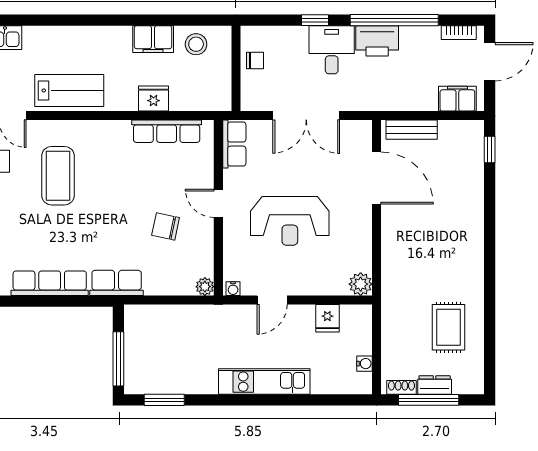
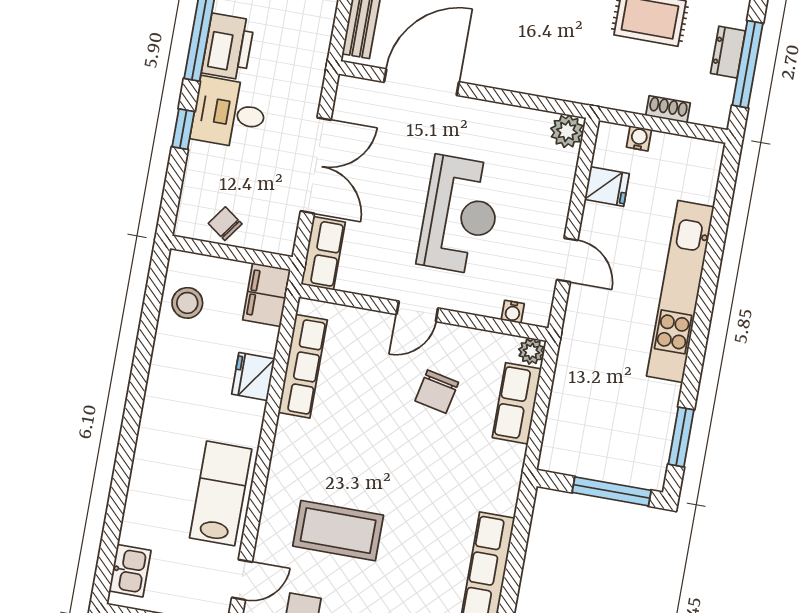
filing cabinet: (153, 39) -> (267, 295), moved, turned 180
chair: (255, 60) -> (225, 224), turned -54
row of seats: (234, 144) -> (323, 253), moved, turned 90
row of seats: (117, 283) -> (517, 403), moved
water cooler: (233, 289) -> (513, 312), moved, turned 90
water cooler: (364, 364) -> (639, 138), moved
kitchen unit: (264, 382) -> (680, 291), width x1.36
shoe rack: (401, 387) -> (668, 109), moved, turned 90

